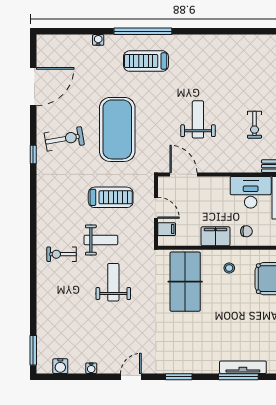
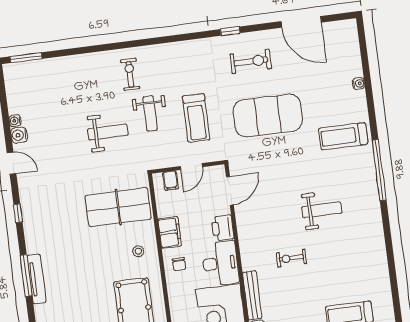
window: (143, 31) -> (379, 170), moved
treadmill: (146, 61) -> (343, 136), turned -90
weight bench: (198, 119) -> (322, 210), moved
exercise bike: (64, 139) -> (251, 61), turned -80
printer: (218, 186) -> (223, 228), added
water cooler: (60, 366) -> (19, 135), moved
window: (179, 377) -> (18, 213), width x0.67

